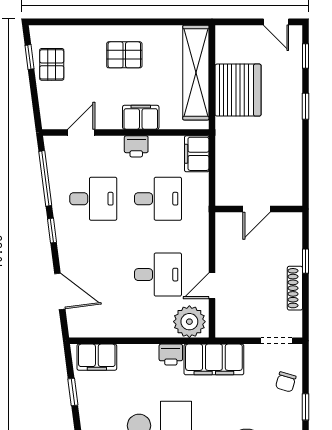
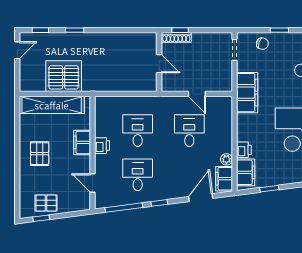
filing cabinet: (197, 154) -> (224, 179), moved, turned 90
door: (256, 209) -> (159, 64), moved
wall: (259, 209) -> (159, 62), moved
shoe rack: (295, 288) -> (176, 37), moved
plant: (189, 322) -> (226, 159), moved, width x0.53, depth x0.53
printer: (171, 355) -> (244, 150), moved

